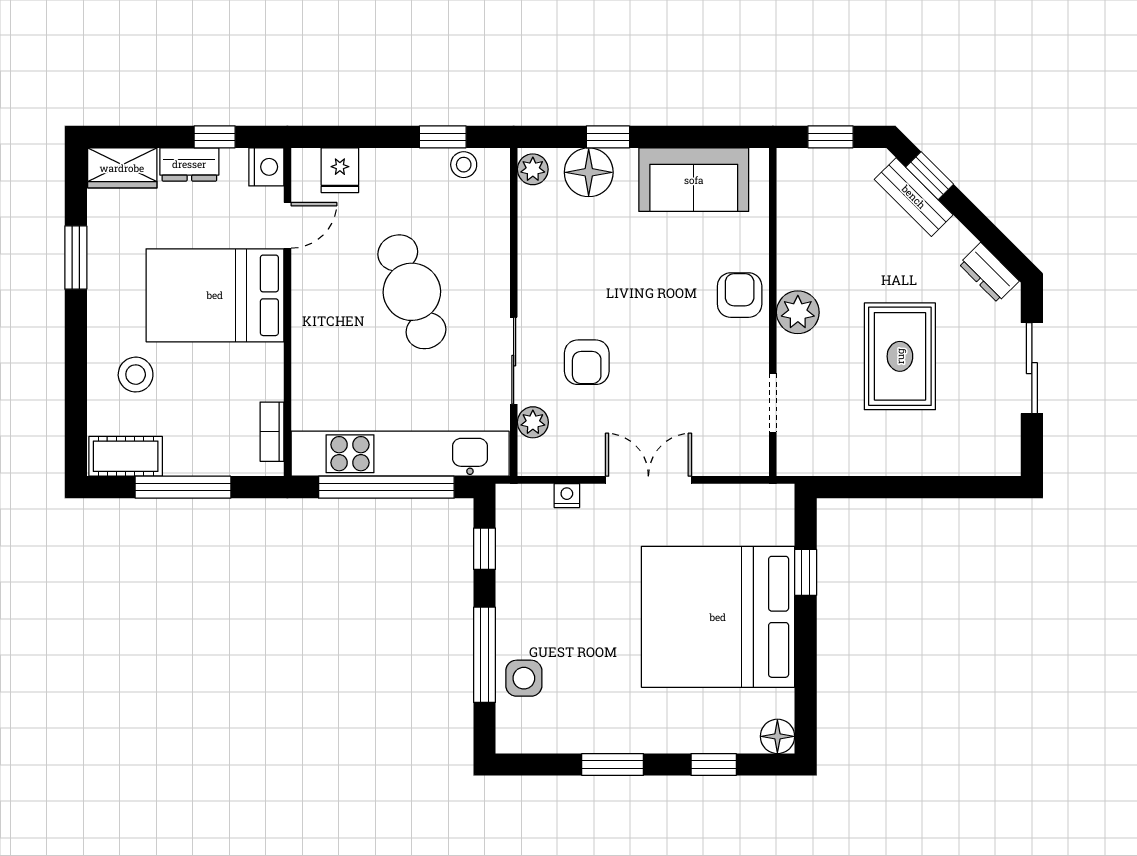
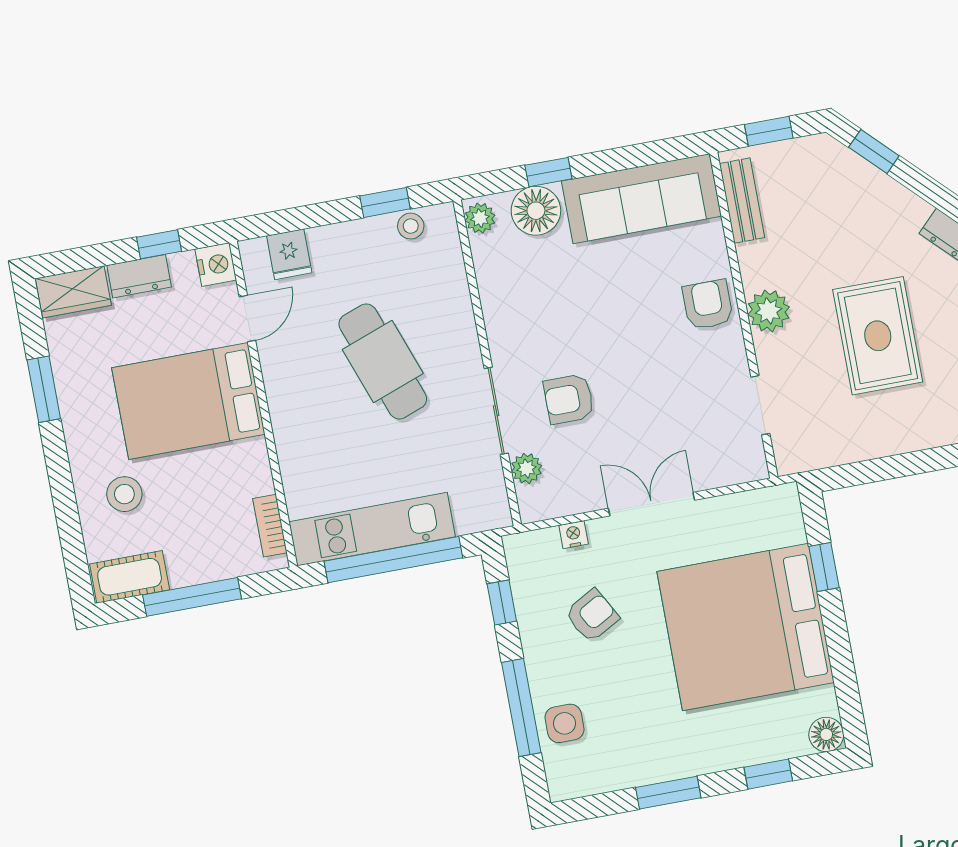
sofa: (694, 180) -> (641, 199), width x1.36
bench: (914, 197) -> (742, 201), moved, turned 45
armchair: (587, 362) -> (569, 399), turned 90
kitchen unit: (400, 454) -> (372, 529), width x0.73
armchair: (570, 578) -> (592, 616), added

